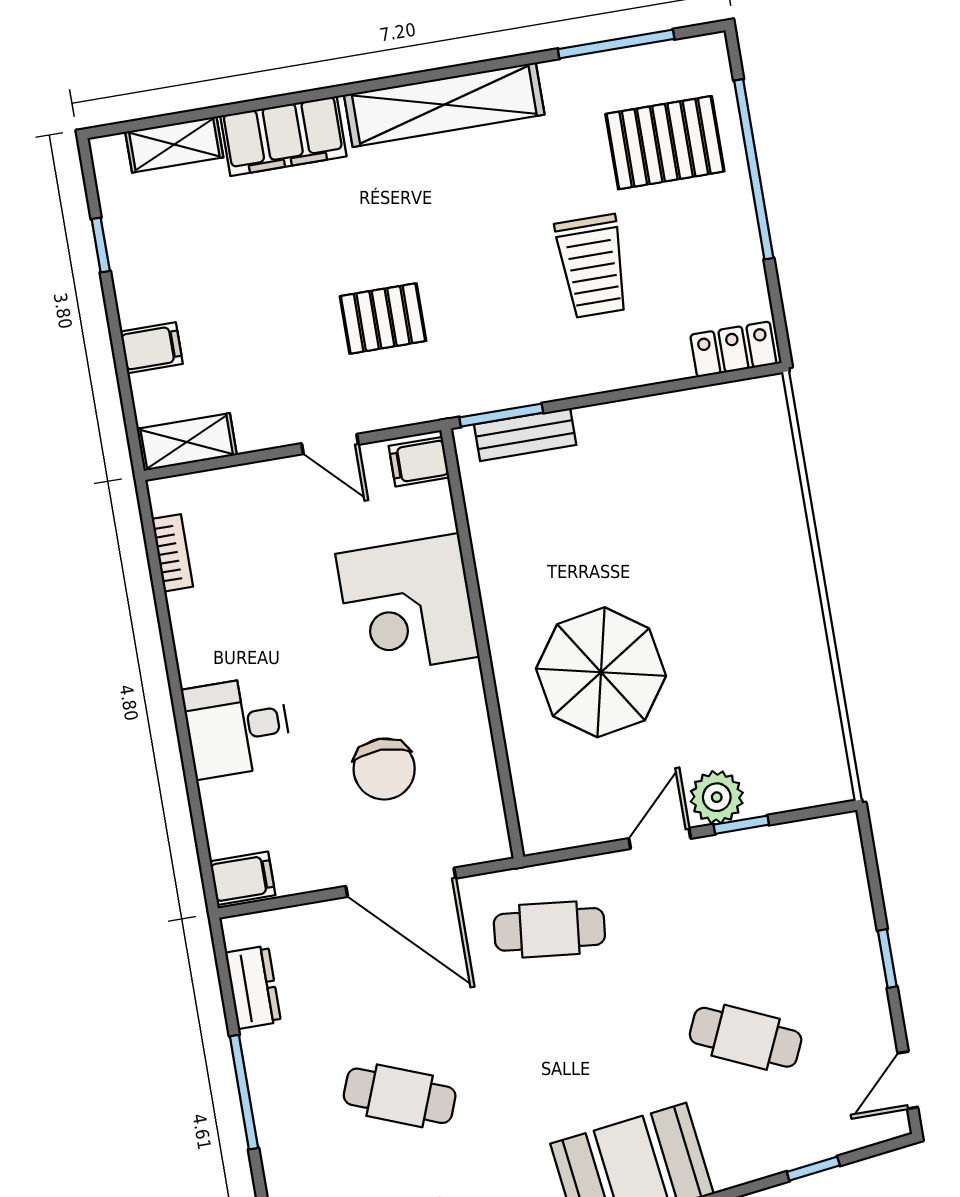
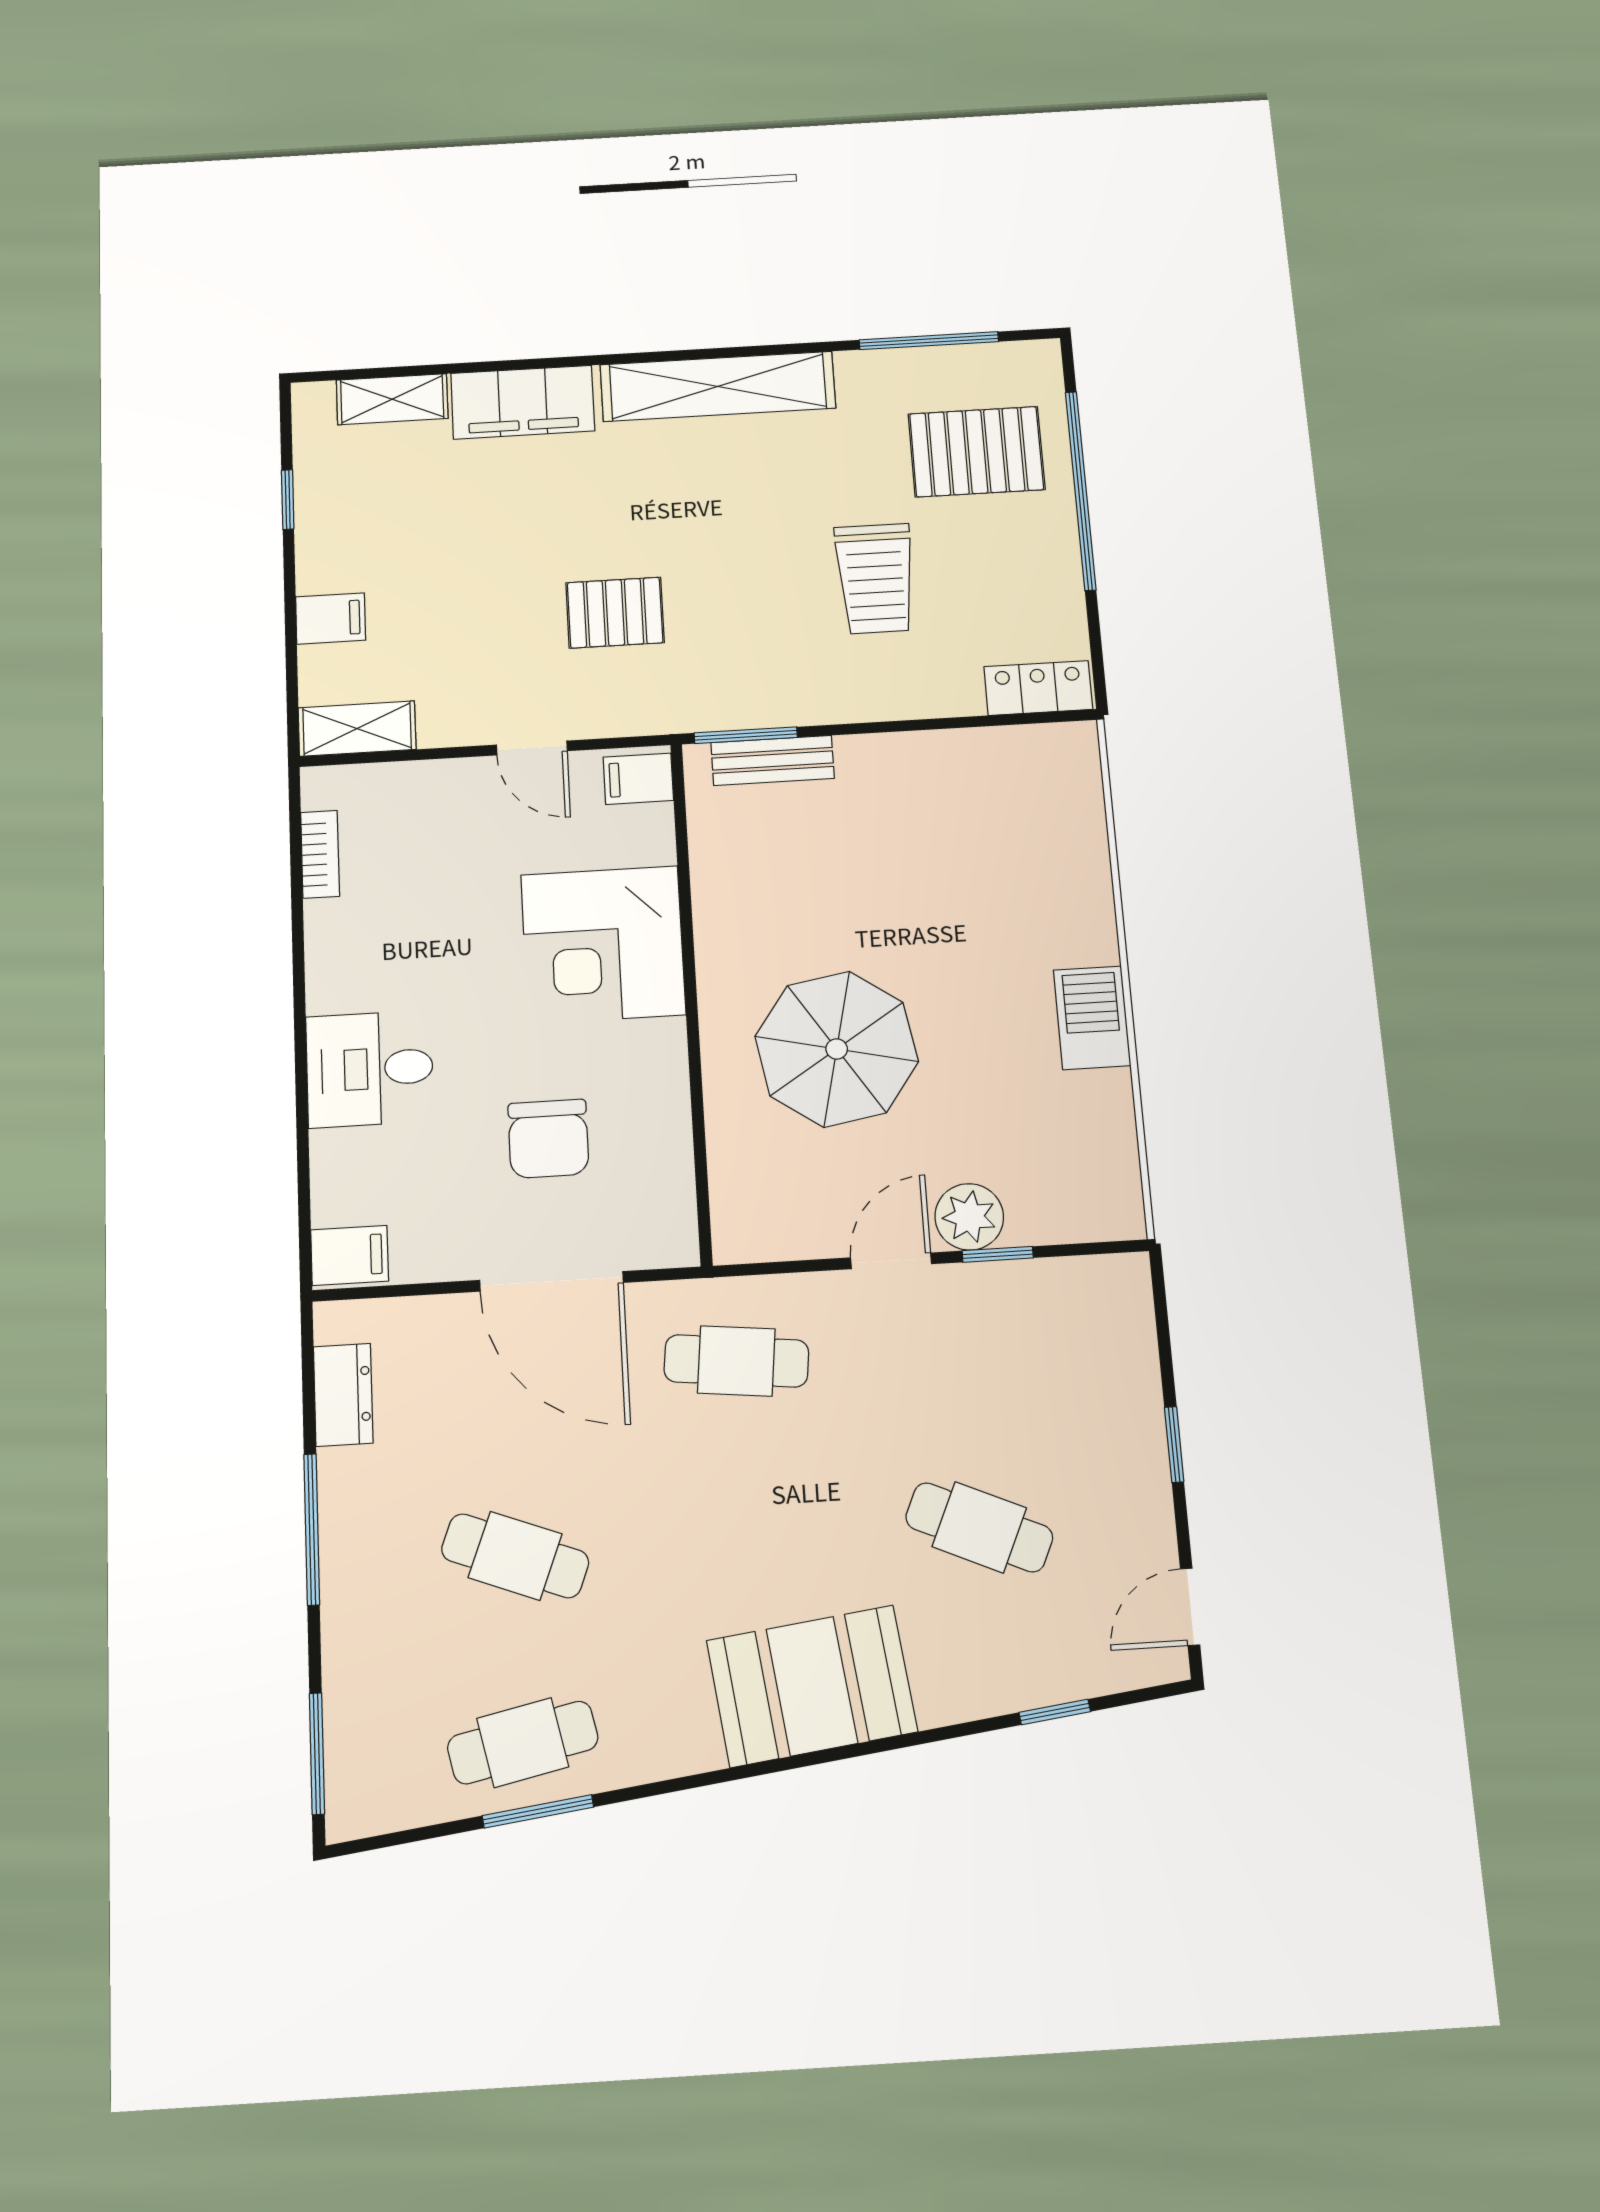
barbecue: (799, 625) -> (1092, 1018), added

